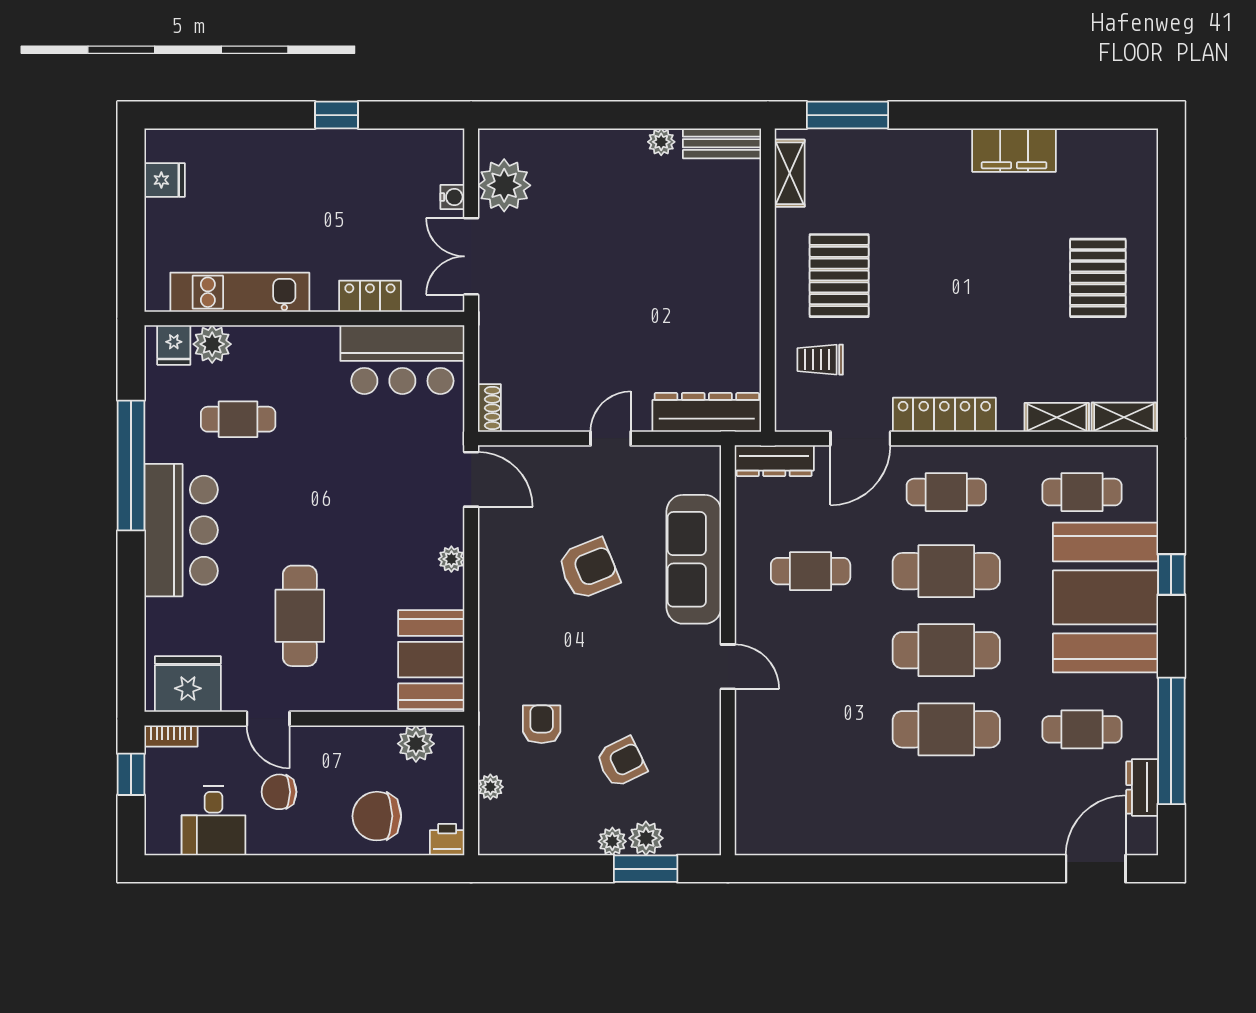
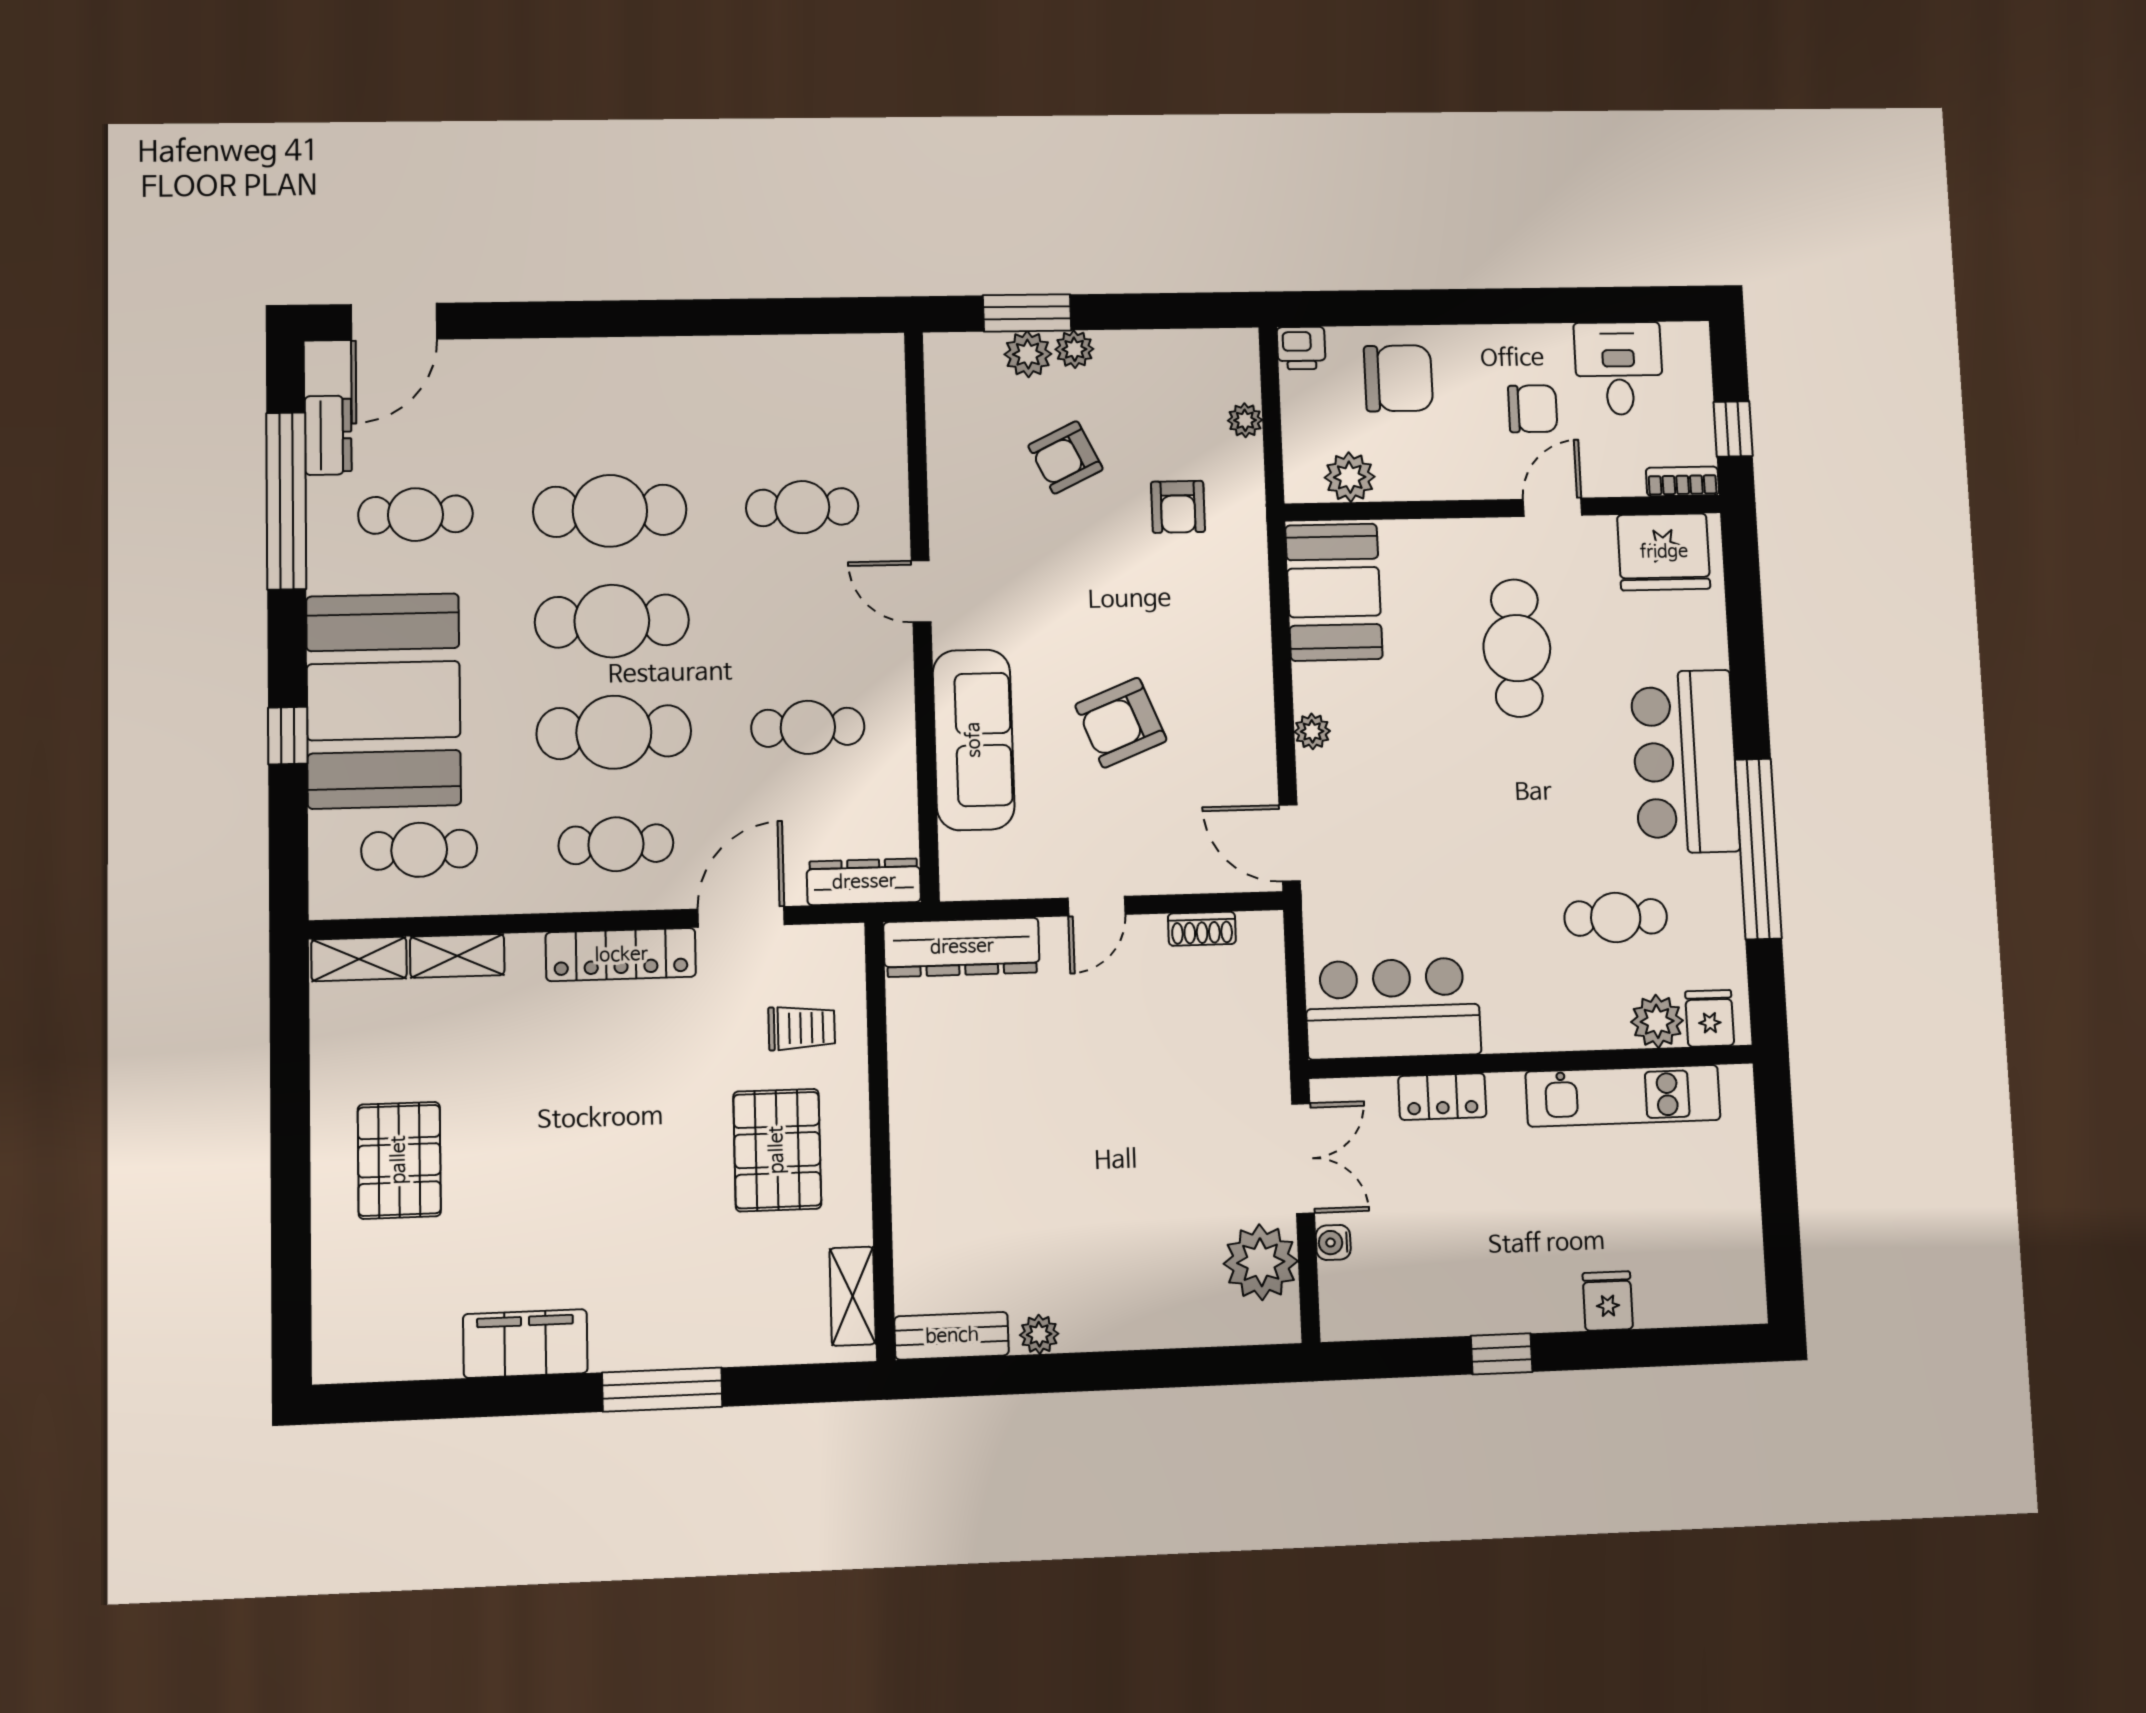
window: (847, 115) -> (662, 1390), moved
fridge: (165, 180) -> (1608, 1301), moved, turned 90
shoe rack: (489, 408) -> (1202, 929), moved, turned -90
door: (268, 719) -> (1553, 507), hinge flipped
cafe table: (811, 729) -> (802, 507), added

